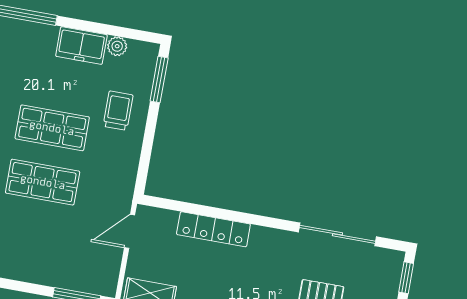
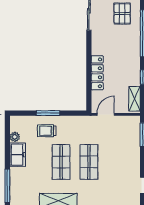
window: (159, 80) -> (48, 113), moved
door: (130, 231) -> (106, 114), swing flipped

